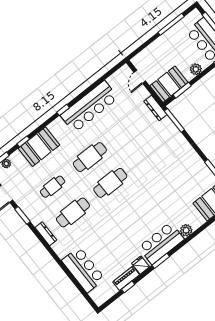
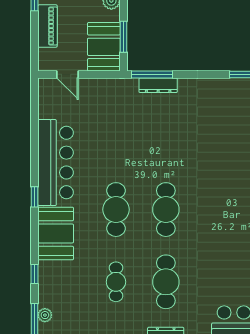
piano: (157, 47) -> (48, 26), added
dresser: (155, 108) -> (158, 85), moved
booth: (39, 147) -> (56, 233), moved

